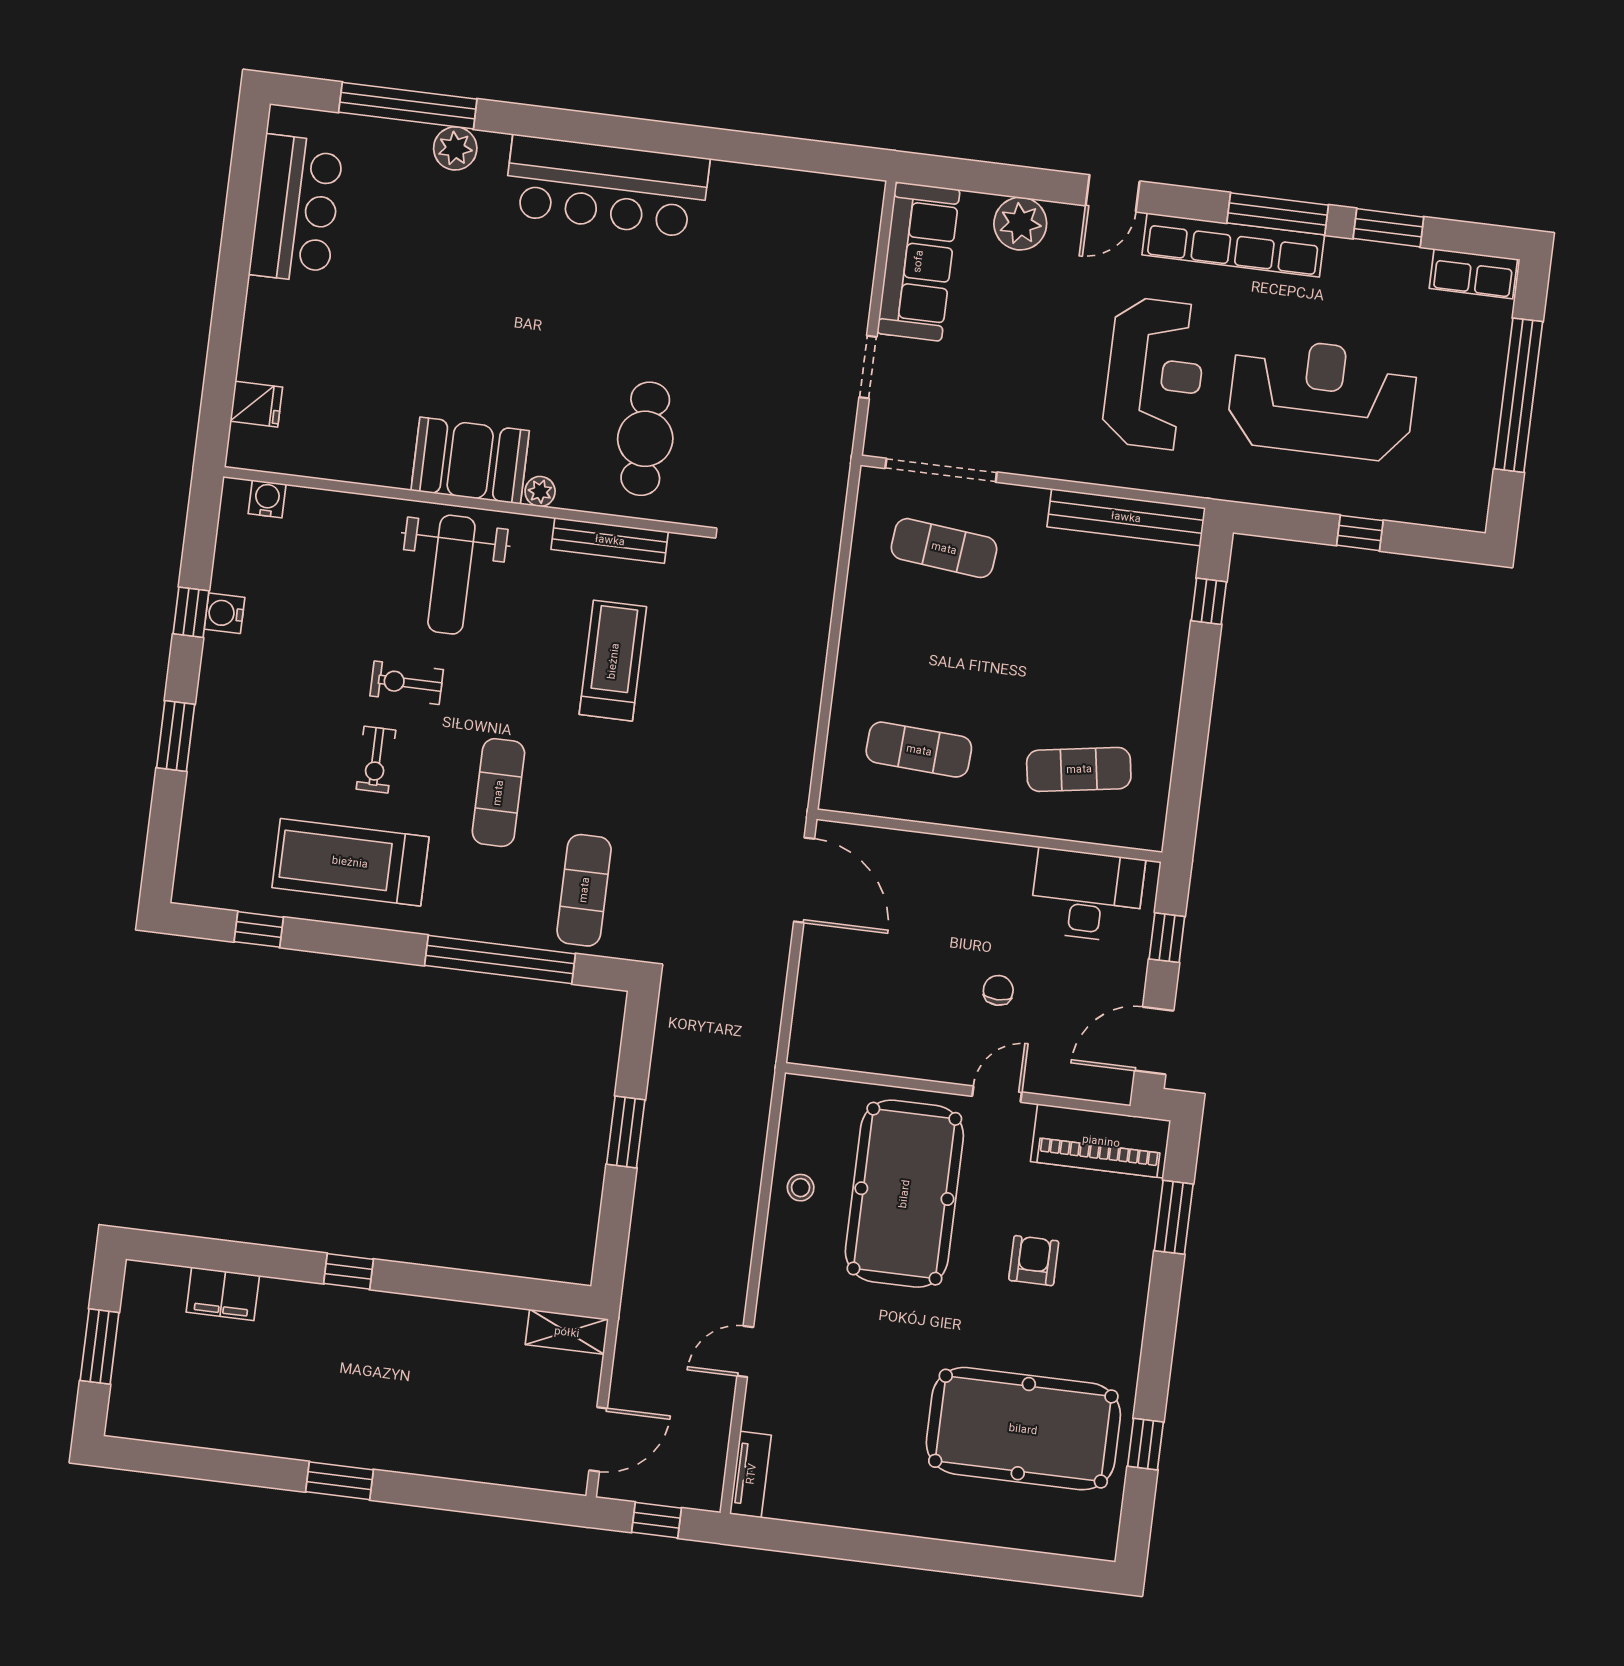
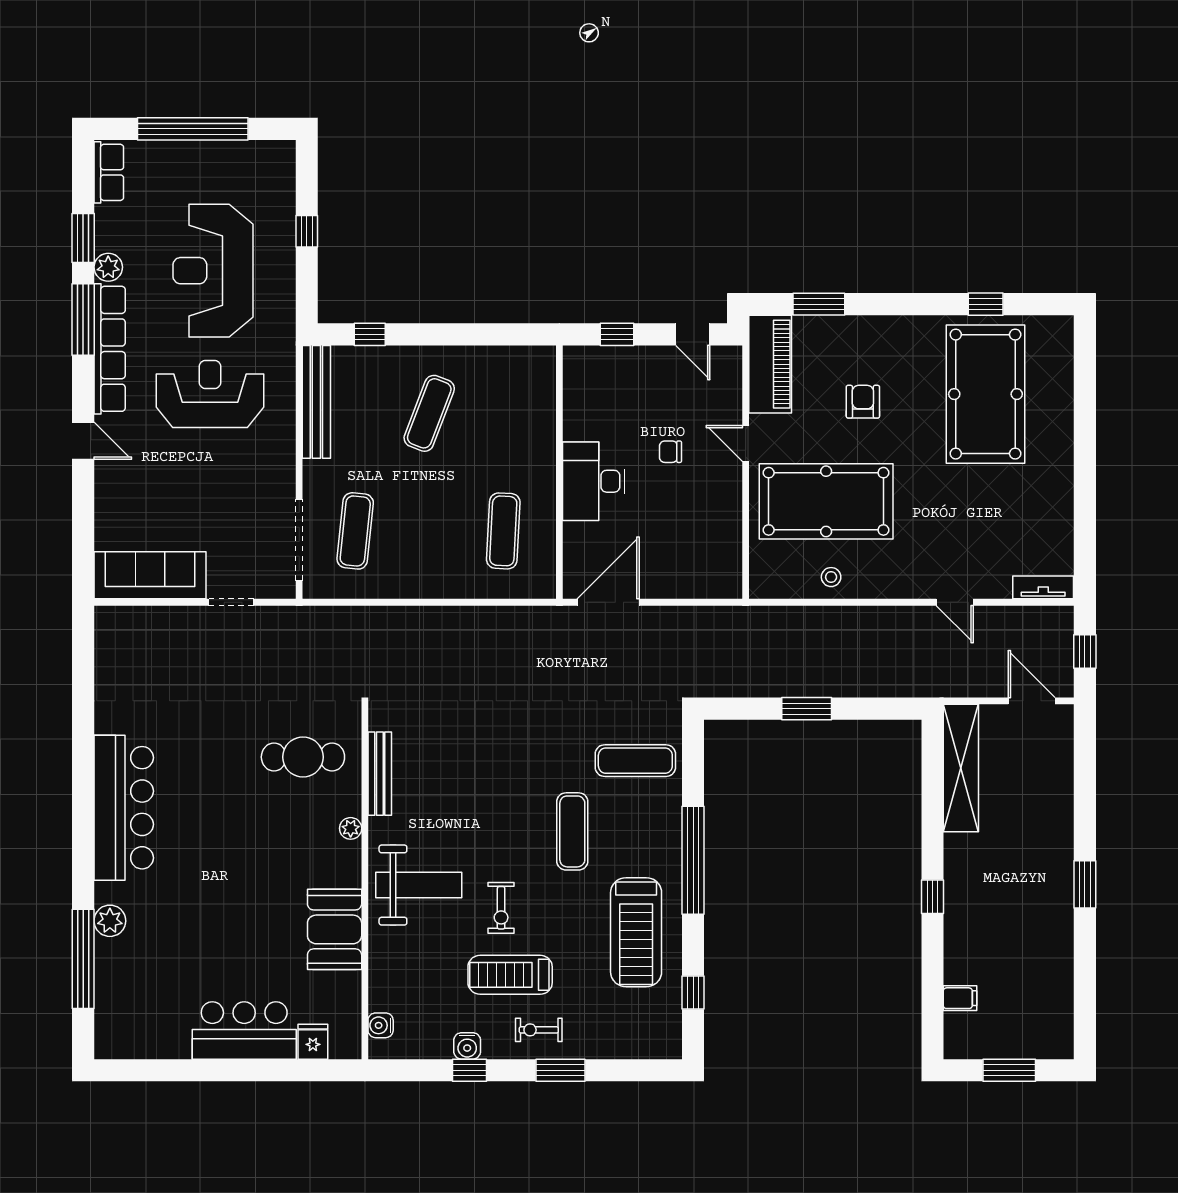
bar counter: (296, 209) -> (244, 1030), moved
plant: (1020, 224) -> (108, 267), moved, width x0.73, depth x0.73
booth: (470, 461) -> (335, 929), moved
treadmill: (613, 661) -> (510, 975), moved
exercise bike: (376, 760) -> (539, 1030), moved, turned 180
exercise mat: (1079, 769) -> (429, 413), moved, turned 30
exercise mat: (498, 793) -> (572, 831), turned 90
desk: (1087, 895) -> (594, 481), moved
window: (500, 960) -> (693, 860), moved
door: (1154, 1041) -> (693, 334), width x0.73
armchair: (1034, 1261) -> (863, 402), turned 90
filing cabinet: (223, 1294) -> (960, 998), width x0.50
shelving: (567, 1332) -> (961, 768), width x2.20, depth x1.33

